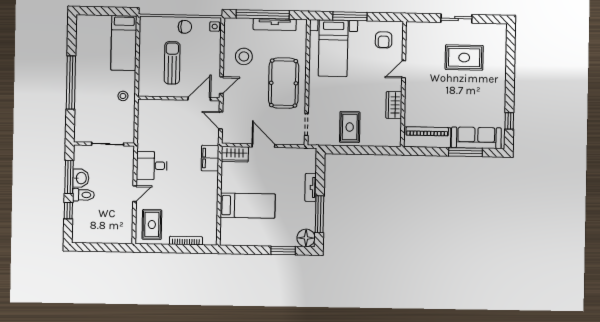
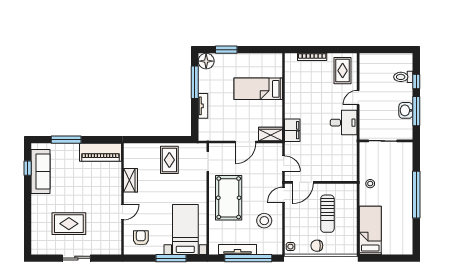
sofa: (476, 138) -> (41, 172), moved, turned -90
door: (263, 146) -> (245, 142), hinge flipped
toilet: (83, 195) -> (403, 77), moved

